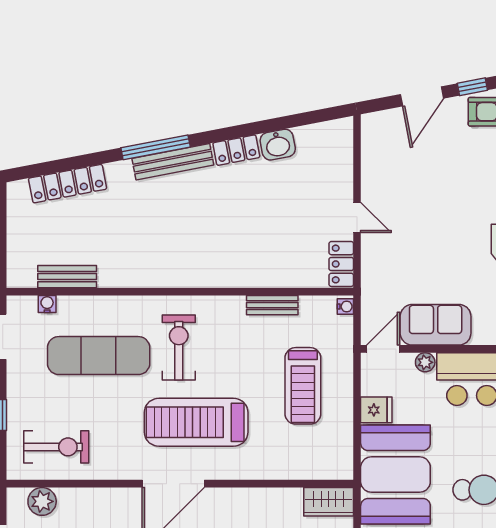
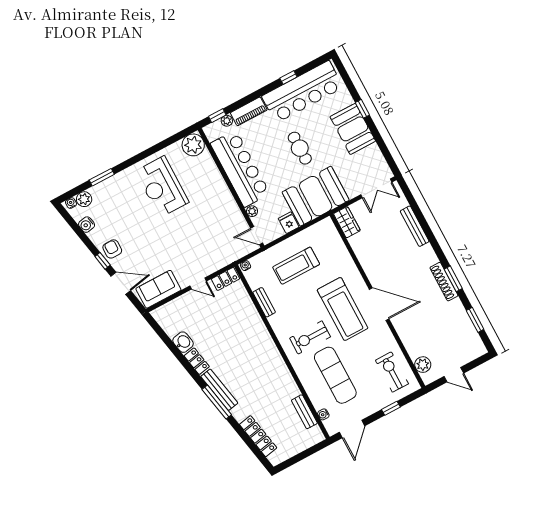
door: (357, 217) -> (198, 283), swing flipped
sofa: (436, 325) -> (158, 289), moved, turned 90
treadmill: (303, 386) -> (296, 266), turned 180

